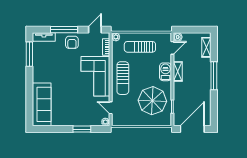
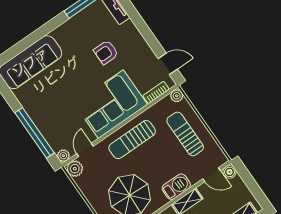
window: (64, 30) -> (141, 26), removed
armchair: (72, 42) -> (106, 52), moved
plant: (117, 121) -> (75, 169), added
window: (82, 129) -> (35, 133), width x2.11

